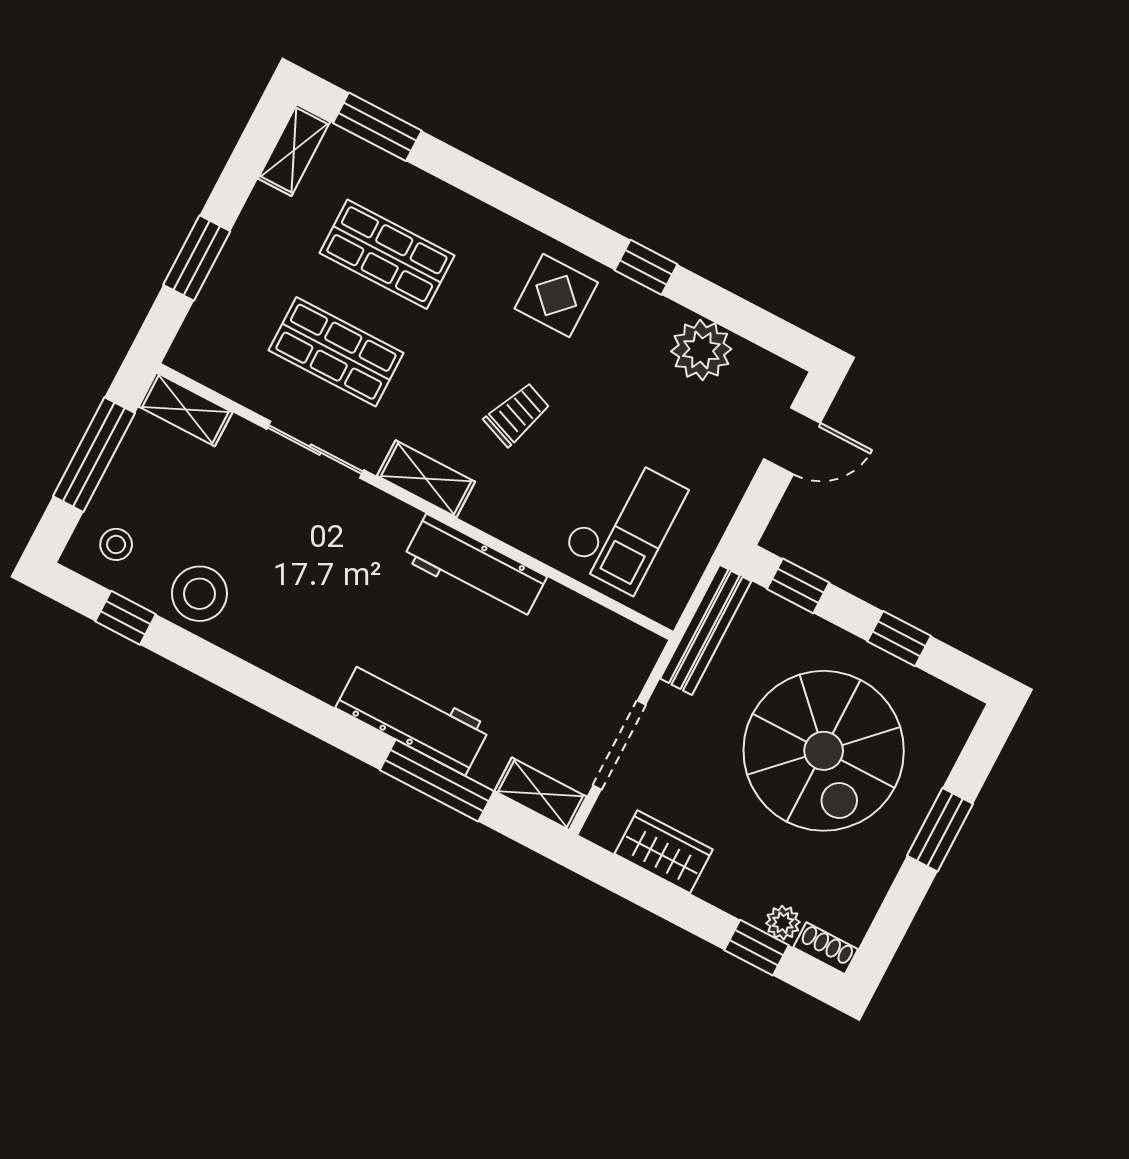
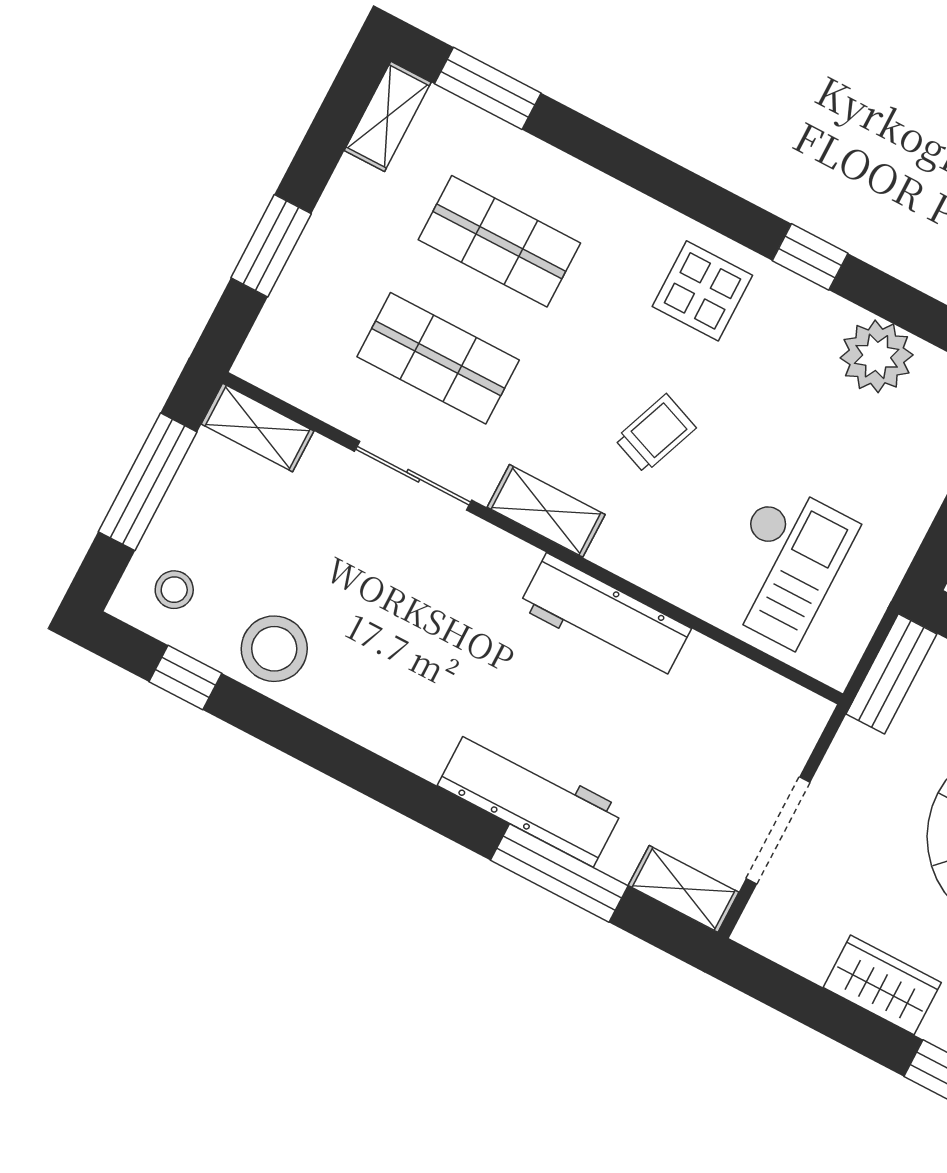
bench: (706, 630) -> (891, 674), width x0.73
wardrobe: (664, 852) -> (882, 985), moved

